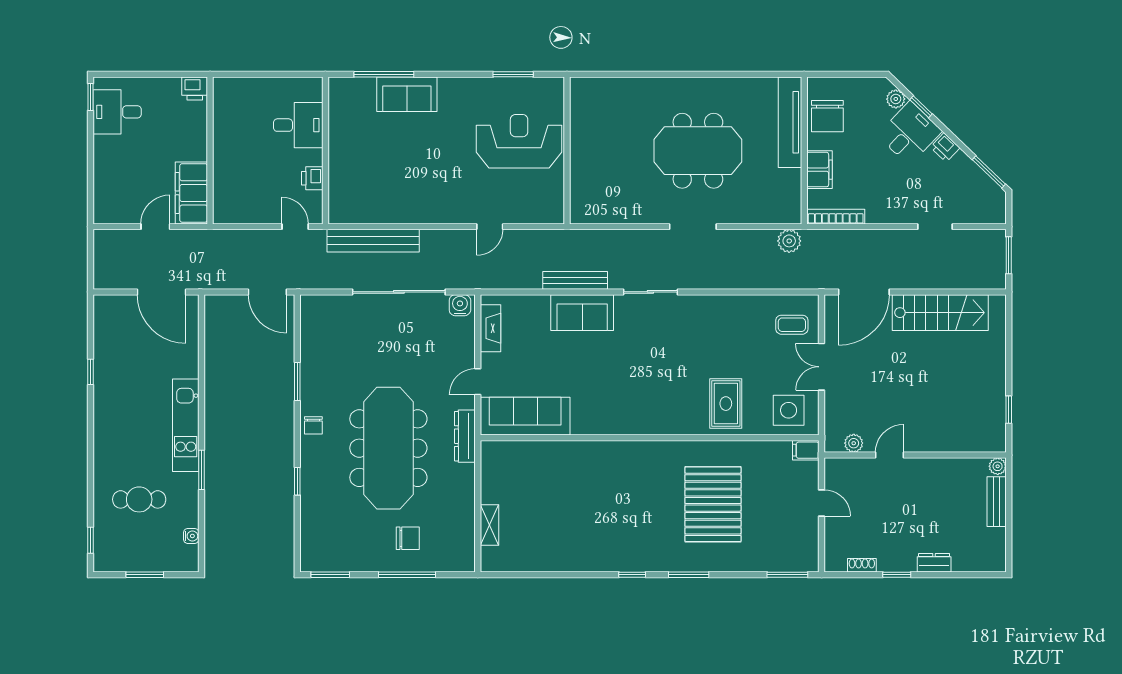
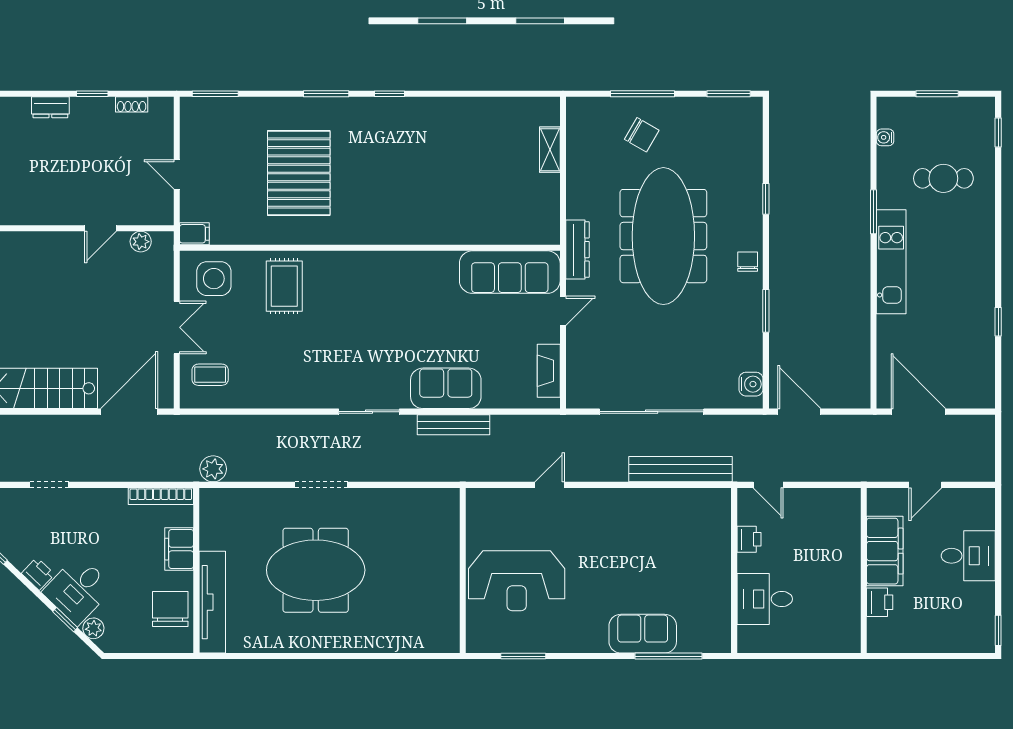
printer: (195, 89) -> (880, 602), moved, turned 90
desk: (117, 112) -> (968, 556), moved
filing cabinet: (191, 193) -> (885, 551), moved
water cooler: (460, 305) -> (751, 384), moved, turned -90
chair: (408, 538) -> (642, 135), turned -150

